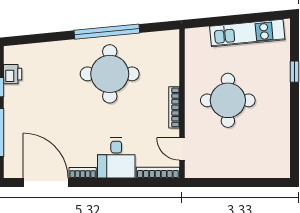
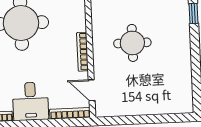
round table: (228, 100) -> (132, 43), width x0.73, depth x0.73

